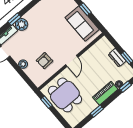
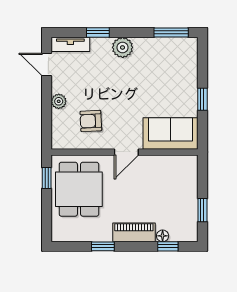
plant: (22, 24) -> (123, 47), moved
sofa: (82, 24) -> (171, 134), moved, turned 90
dresser: (117, 58) -> (190, 199), removed

